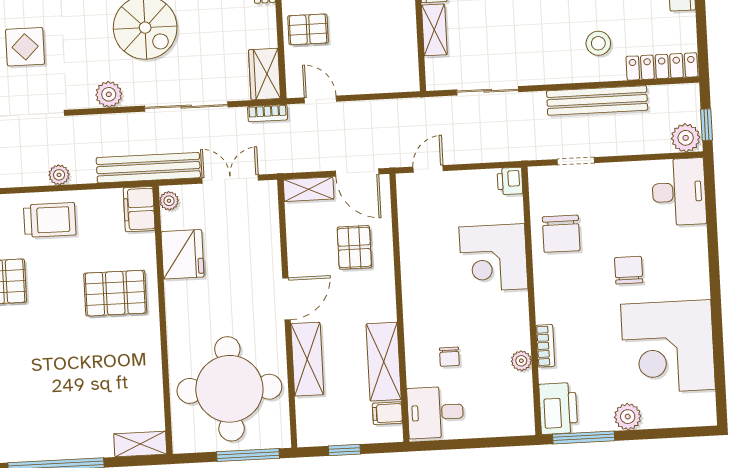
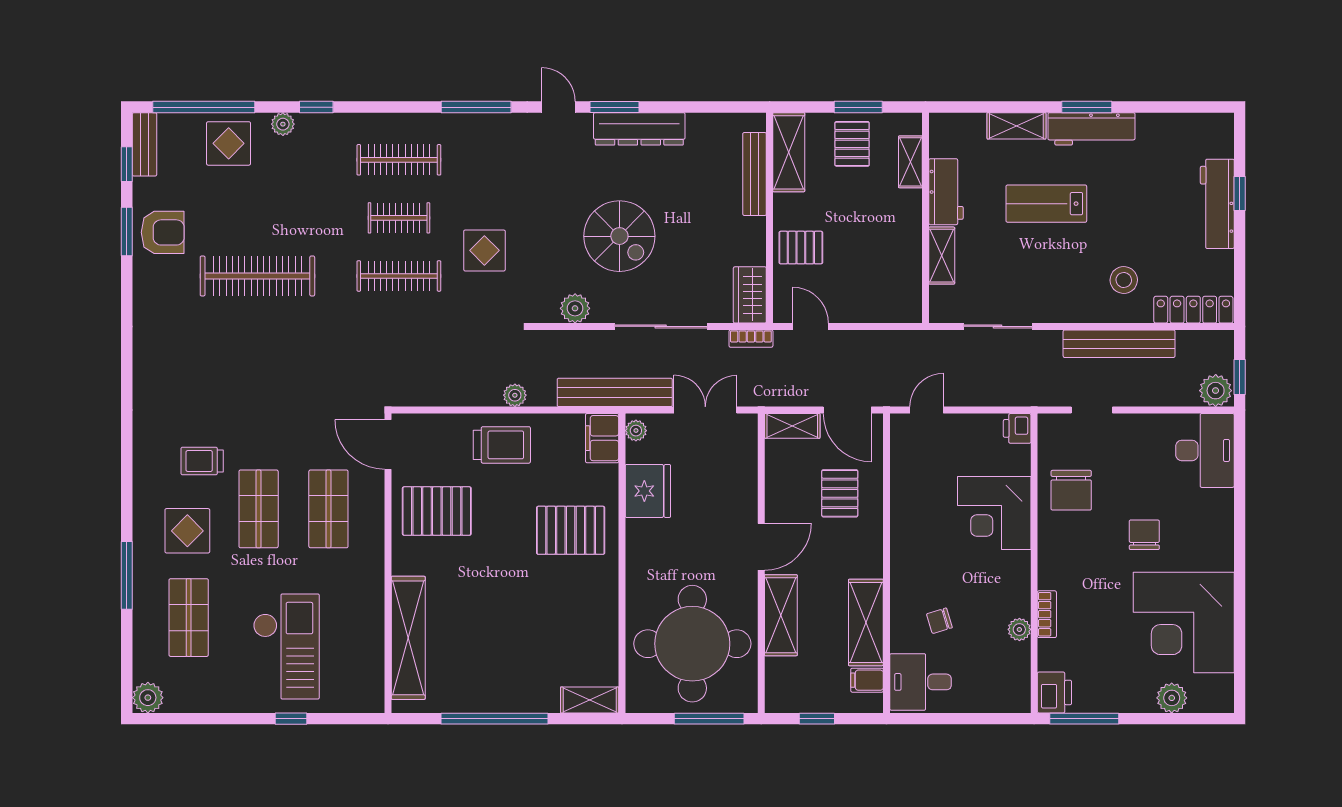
chair: (449, 357) -> (939, 621), turned 73
printer: (558, 408) -> (1054, 692), width x0.73, depth x0.84
plant: (628, 417) -> (1172, 698), moved

